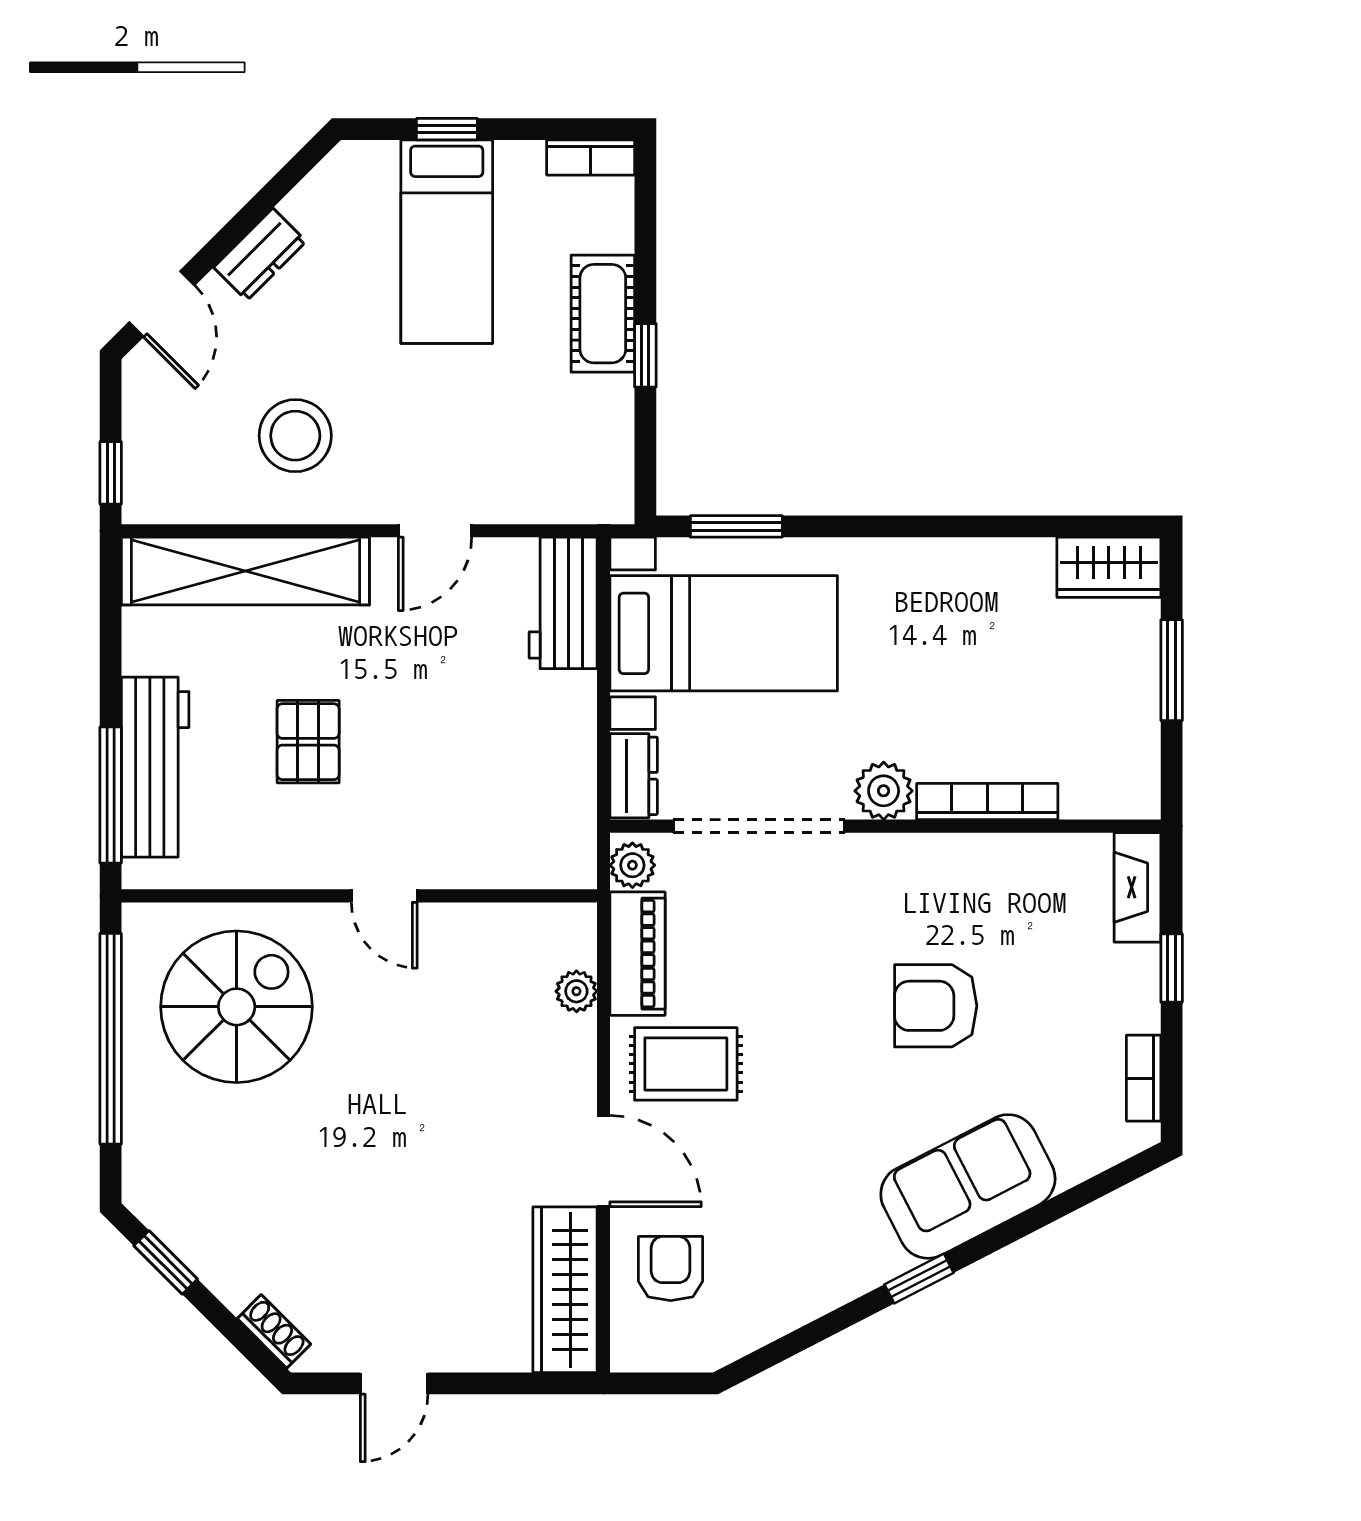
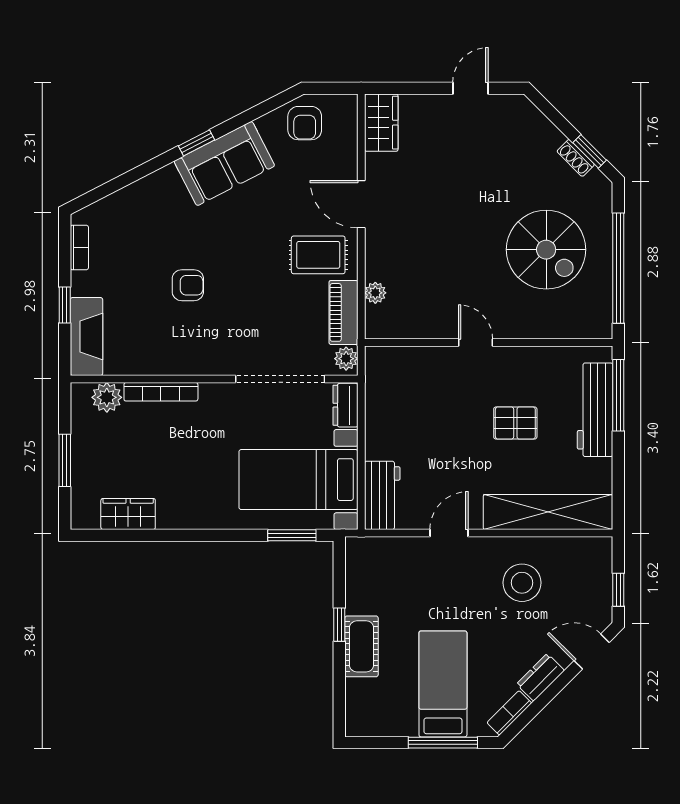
window: (447, 129) -> (443, 743), width x2.17
bookcase: (591, 158) -> (509, 713), moved, turned -45
door: (162, 304) -> (592, 652), hinge flipped
window: (111, 473) -> (618, 590), moved
wardrobe: (1109, 567) -> (128, 514), moved
pallet: (308, 742) -> (515, 423), turned 90
plant: (884, 791) -> (107, 397), moved
fireplace: (1137, 887) -> (86, 337), width x1.37, depth x1.32
armchair: (936, 1006) -> (188, 285), width x0.72, depth x0.72
spiral stairs: (237, 1007) -> (546, 250), moved, turned -90
sofa: (968, 1186) -> (224, 163), moved
armchair: (671, 1269) -> (305, 123), moved
wardrobe: (565, 1290) -> (381, 123), width x0.67
shoe rack: (274, 1331) -> (576, 158), moved

